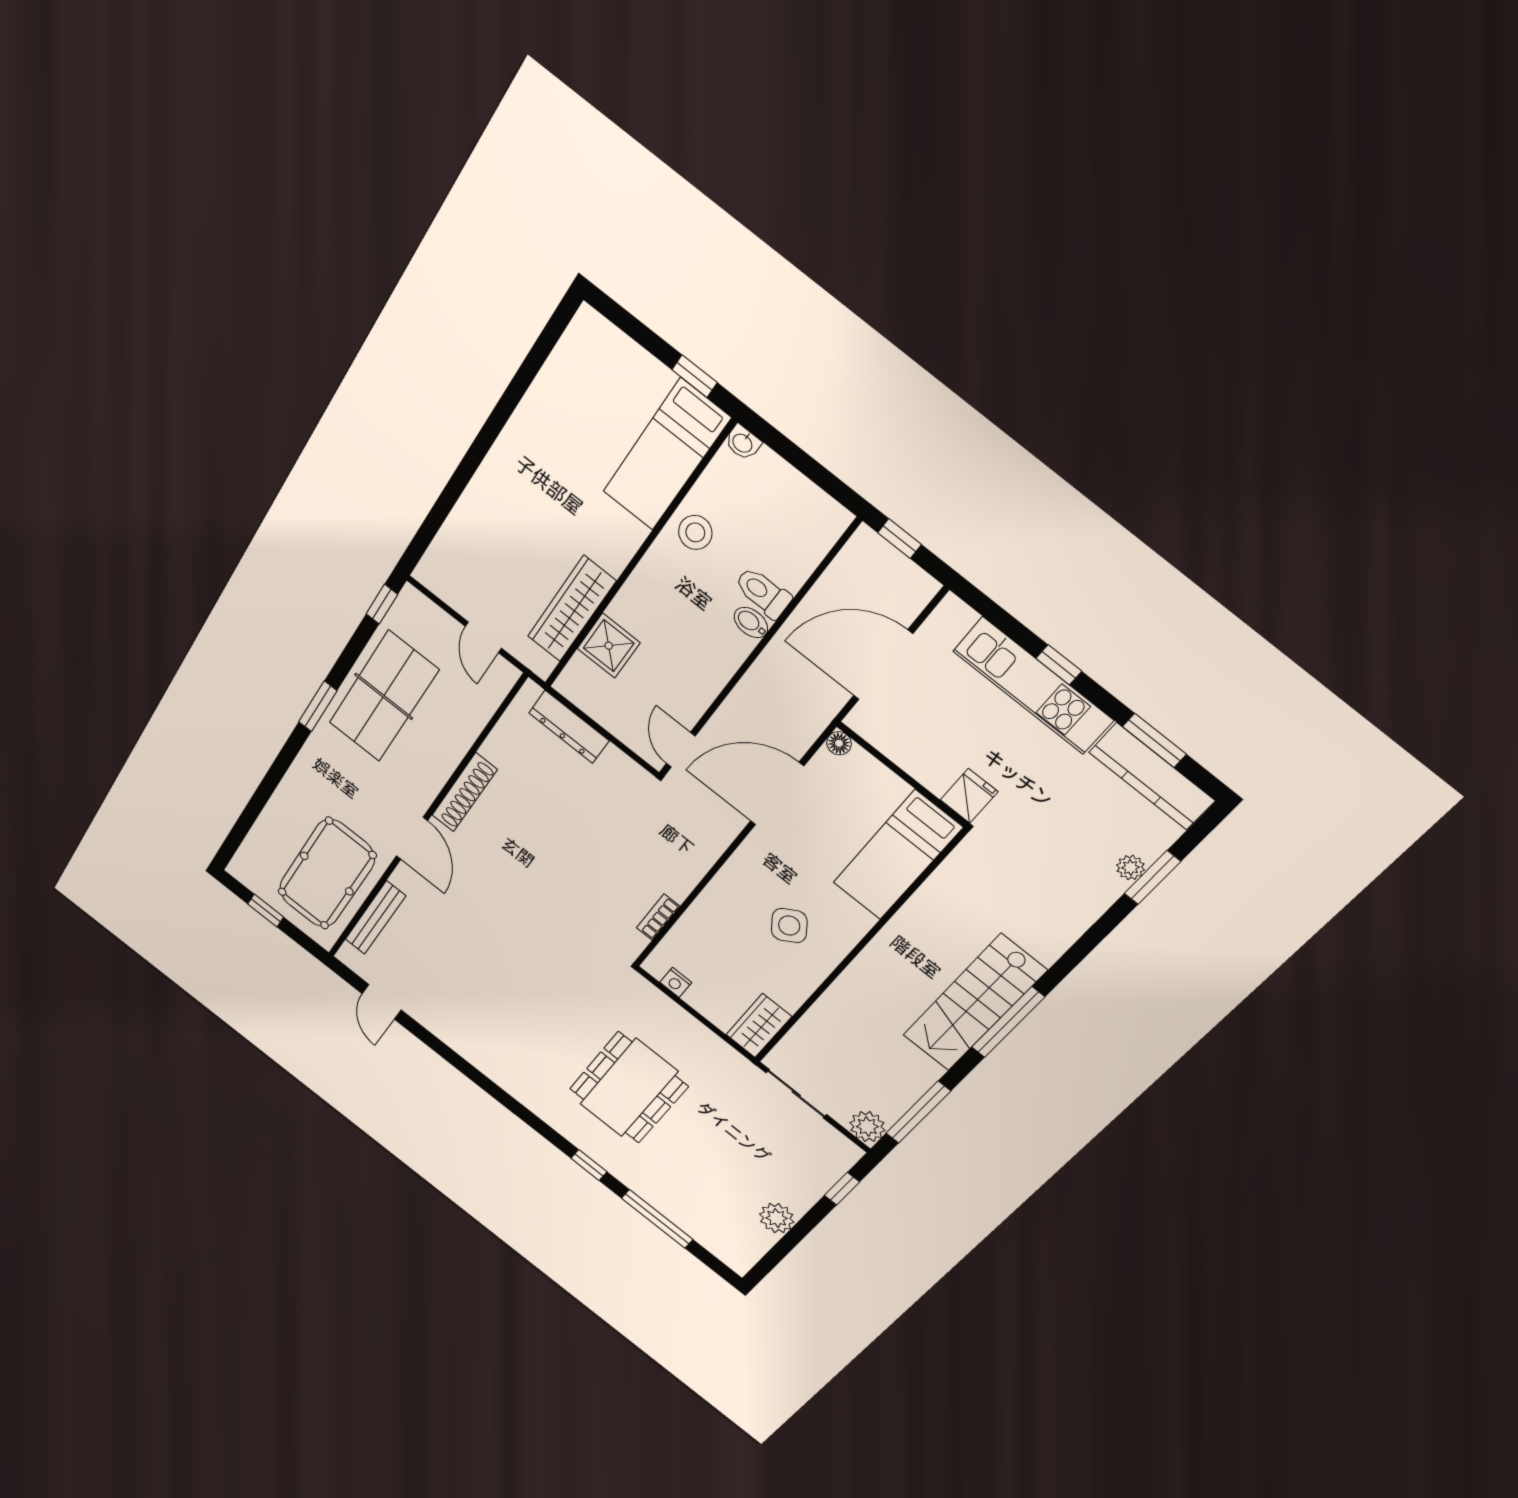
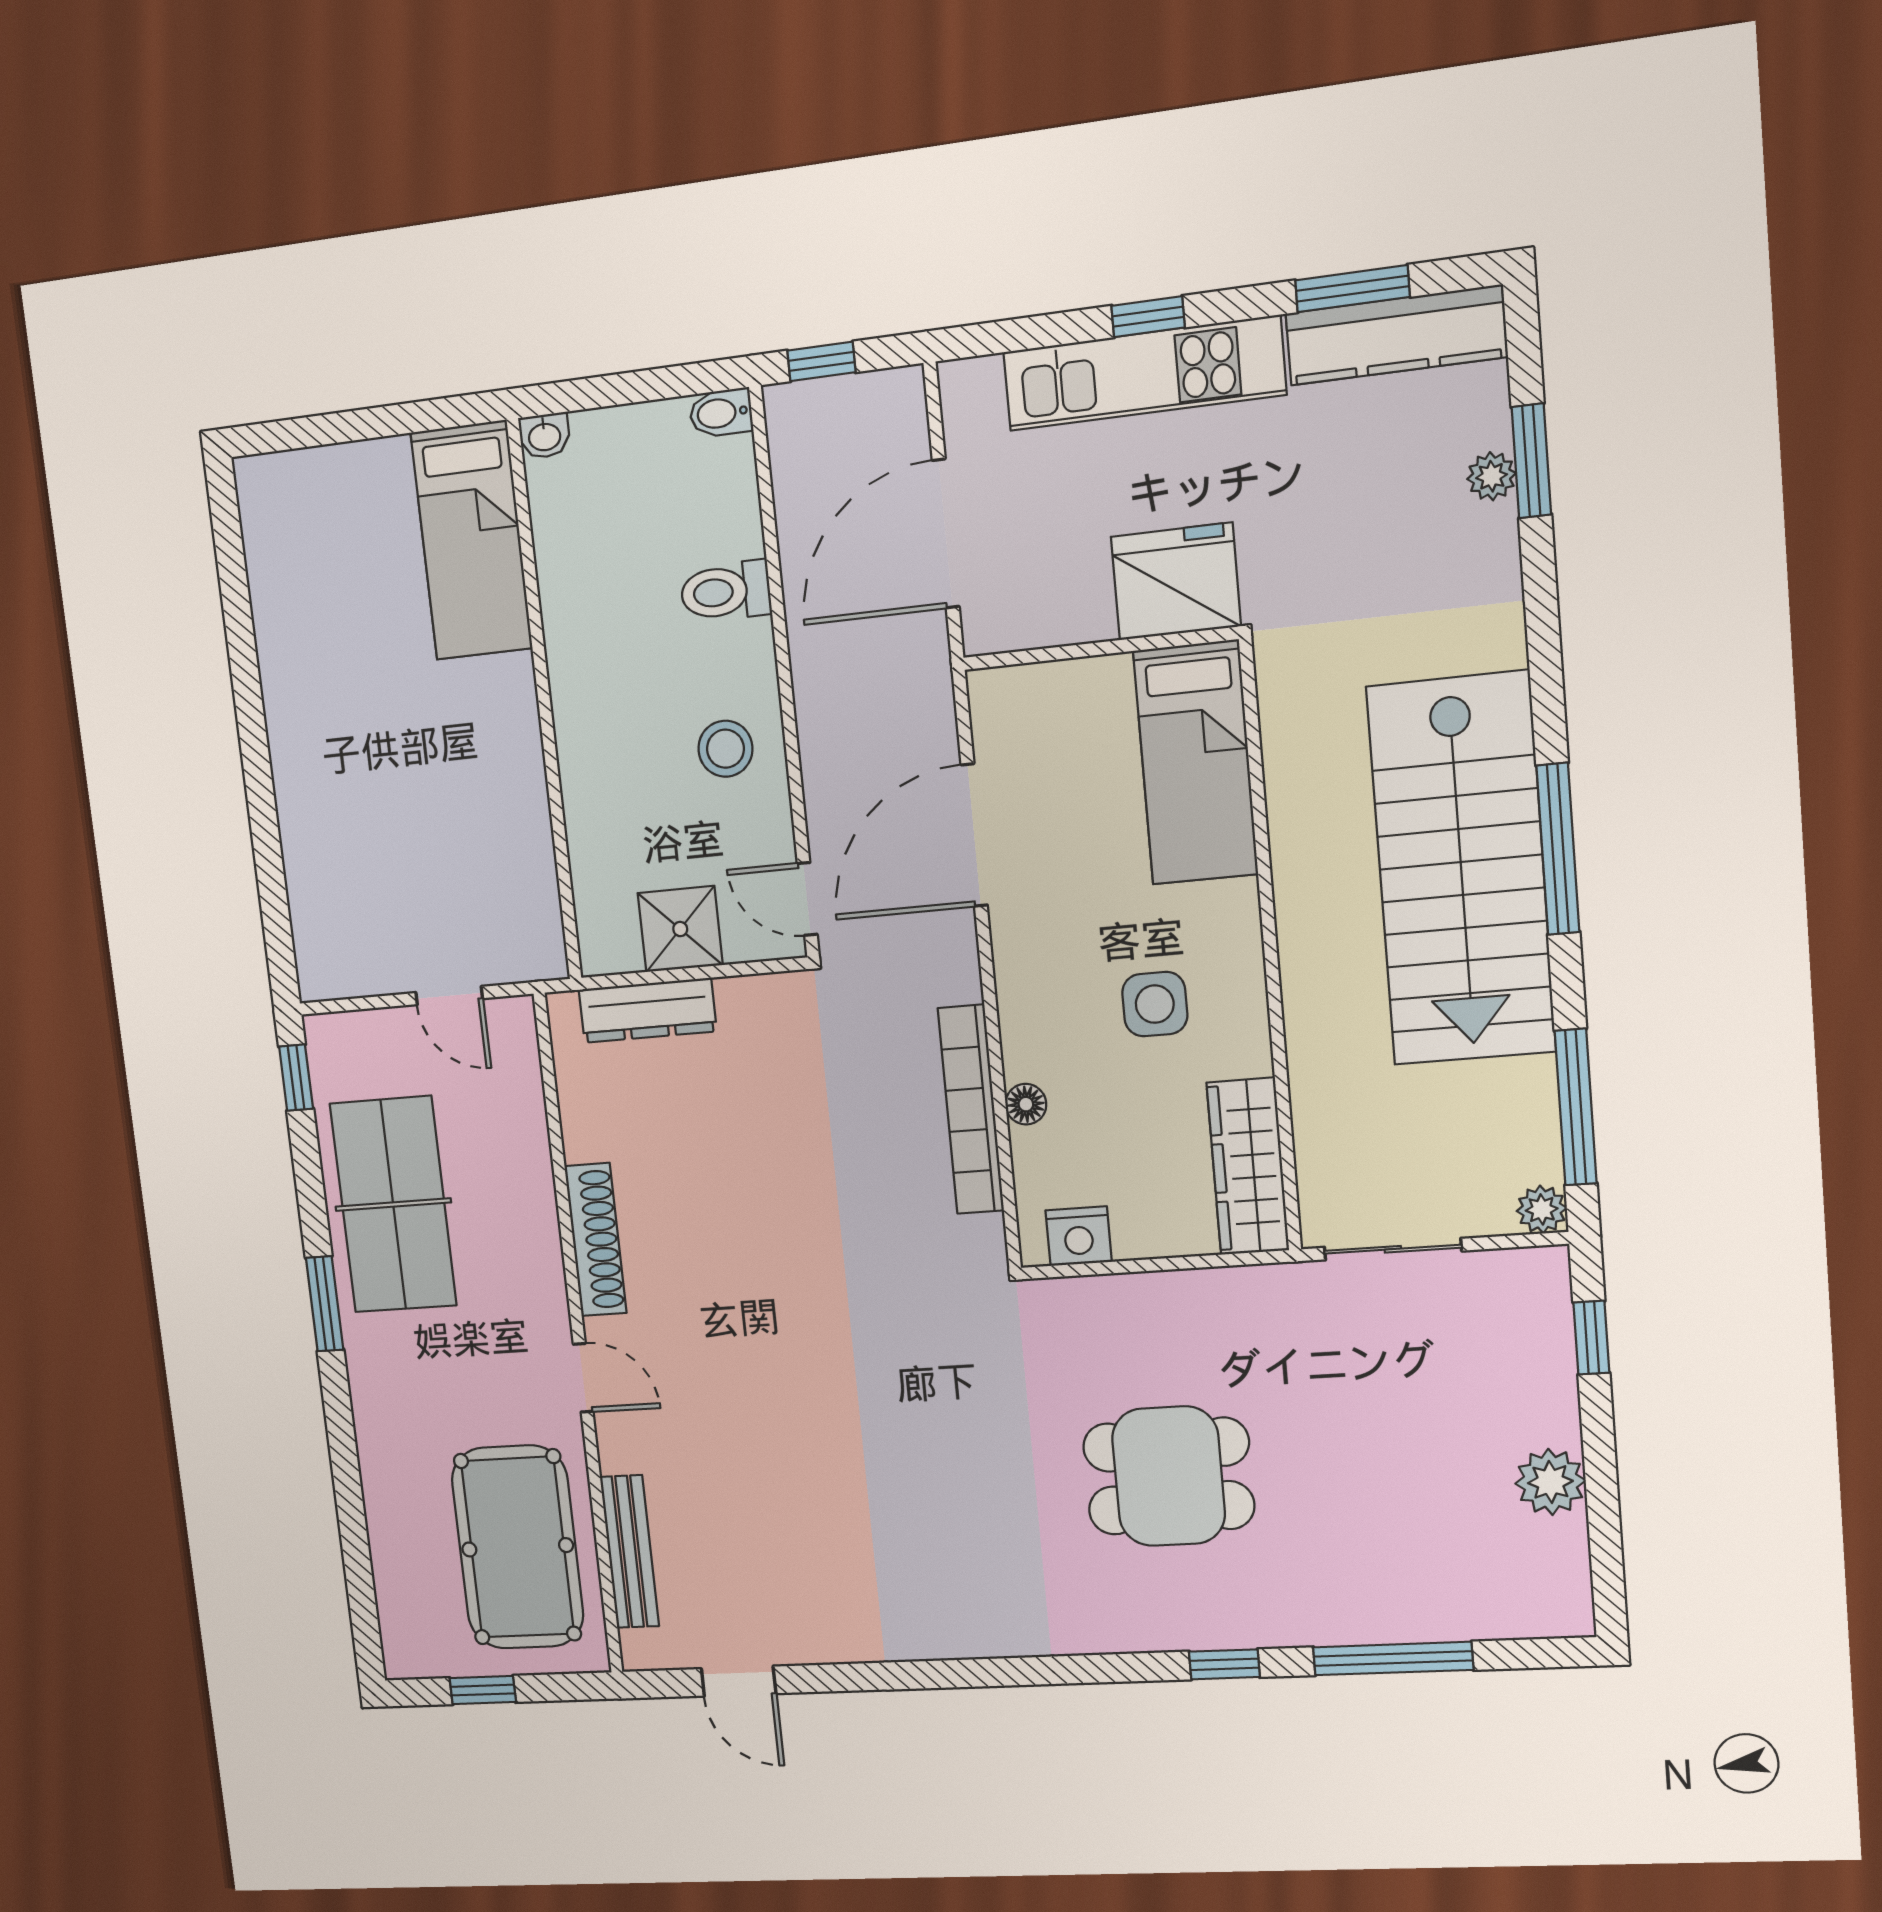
window: (695, 376) -> (425, 416), removed
stool: (695, 532) -> (725, 749), moved
wardrobe: (572, 609) -> (522, 847), removed
bidet: (751, 622) -> (721, 413), moved
shower: (609, 646) -> (680, 929), moved
floor lamp: (839, 743) -> (1026, 1104), moved
fridge: (969, 796) -> (1176, 581), width x1.88, depth x1.34
door: (412, 838) -> (583, 1378), width x0.73
bookcase: (658, 917) -> (971, 1110), width x2.31, depth x1.31
side table: (789, 926) -> (1155, 1004), turned 33
nightstand: (676, 982) -> (1079, 1236), width x1.39, depth x1.35
stairs: (974, 1003) -> (1461, 870), width x1.36, depth x1.51
wardrobe: (759, 1026) -> (1248, 1166), width x1.50
dining table: (629, 1088) -> (1169, 1476), width x0.73
plant: (867, 1127) -> (1542, 1209), width x0.73, depth x0.73

